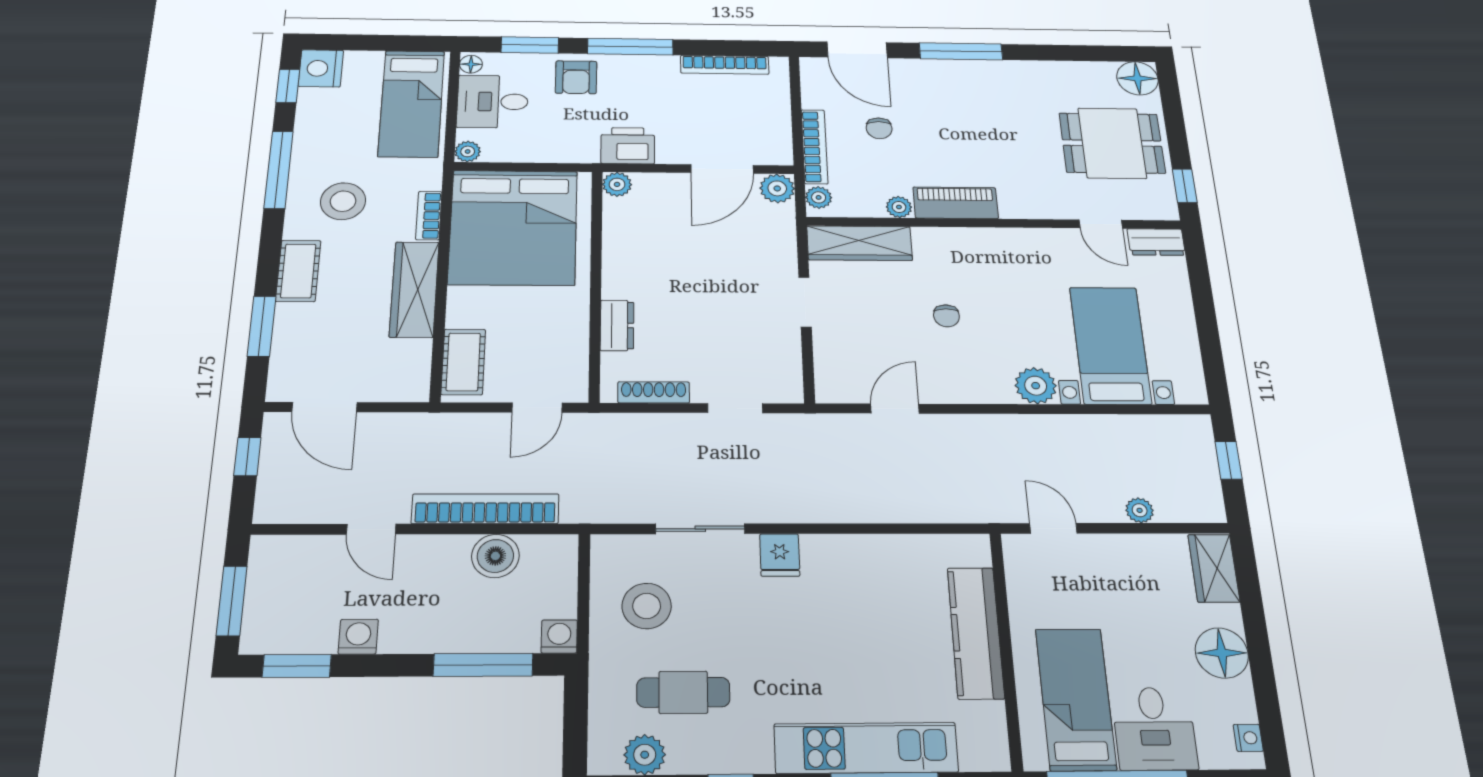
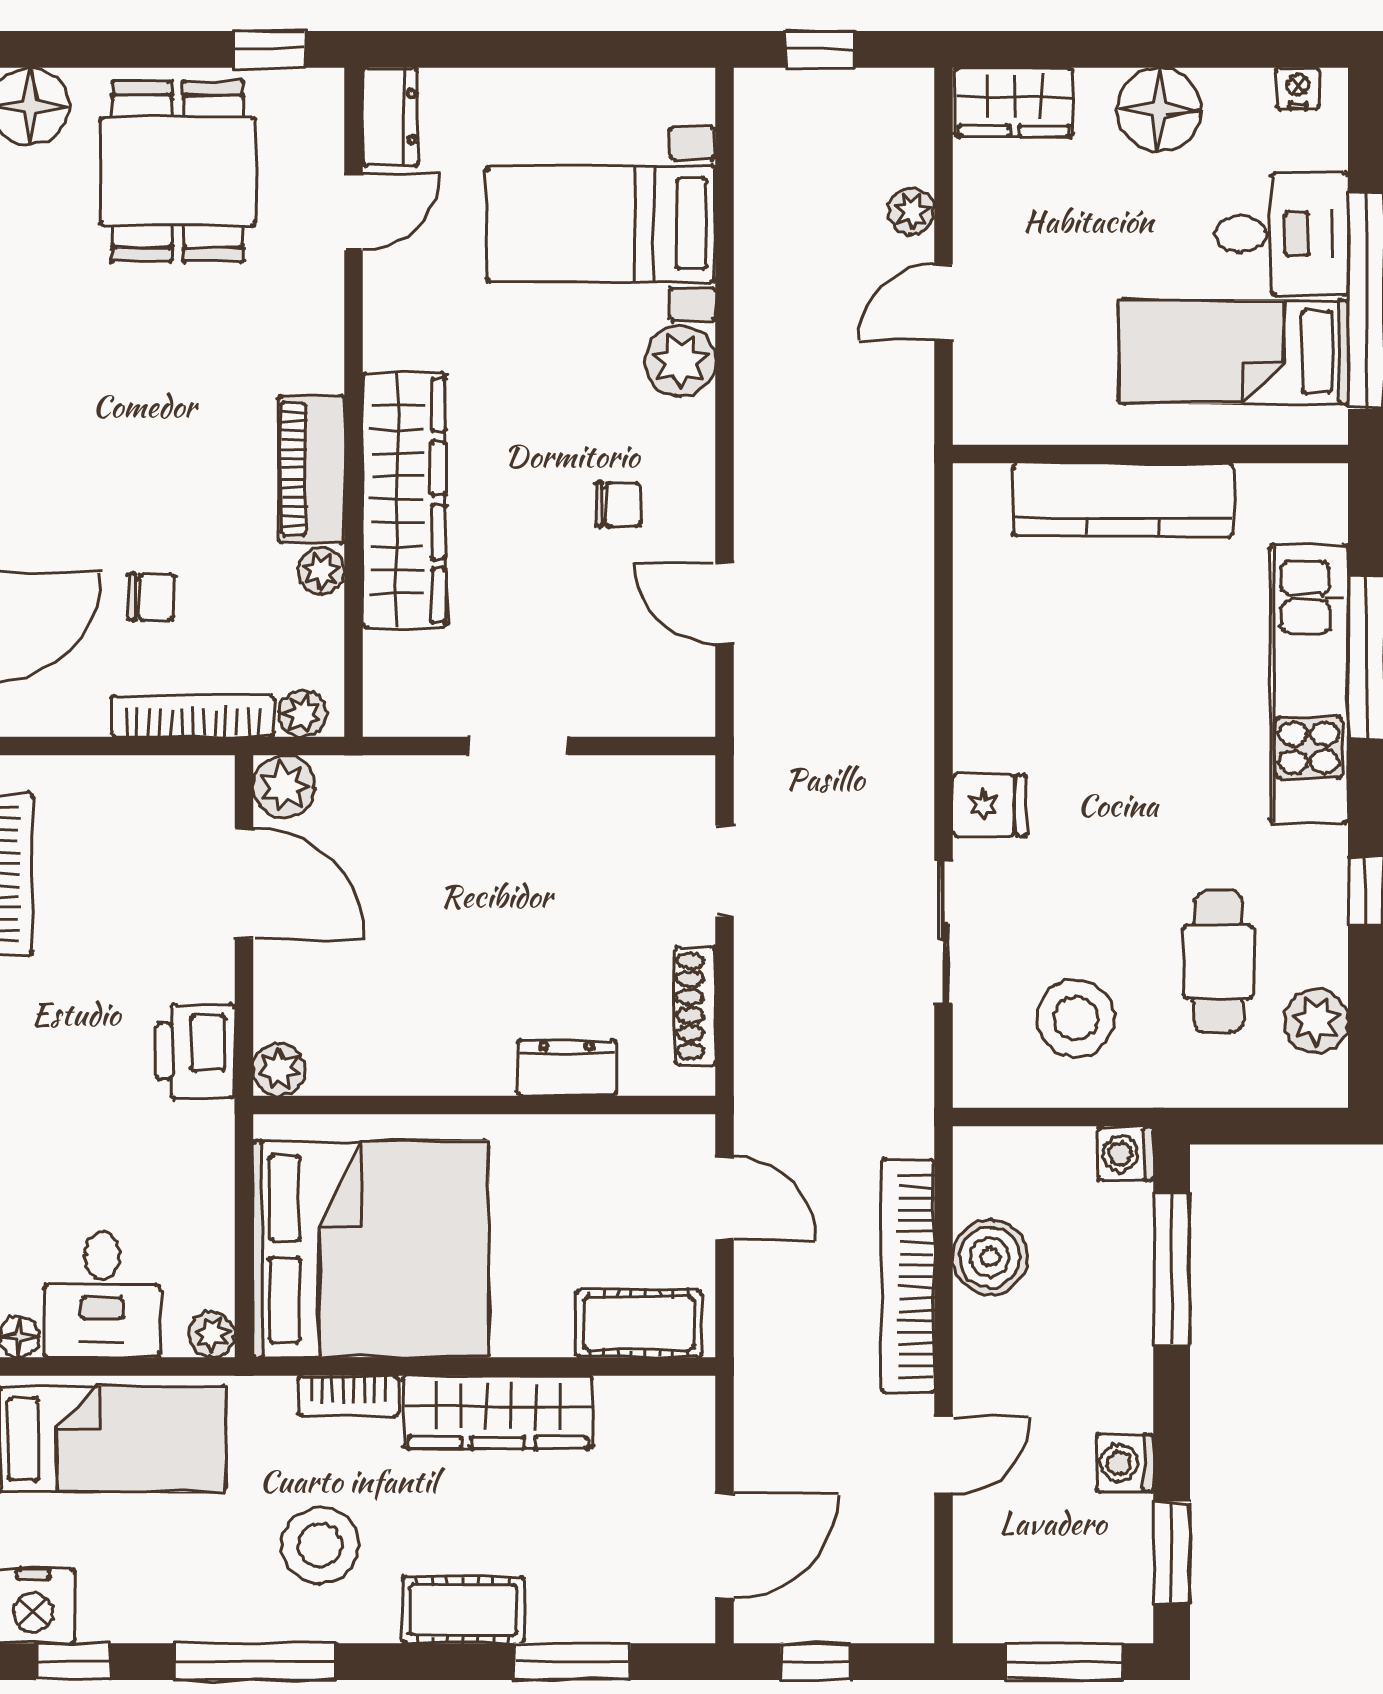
armchair: (576, 77) -> (45, 1146), removed
wardrobe: (859, 243) -> (404, 500), moved, width x1.40, depth x1.17
chair: (946, 316) -> (618, 504), moved
door: (1053, 528) -> (944, 303), moved

